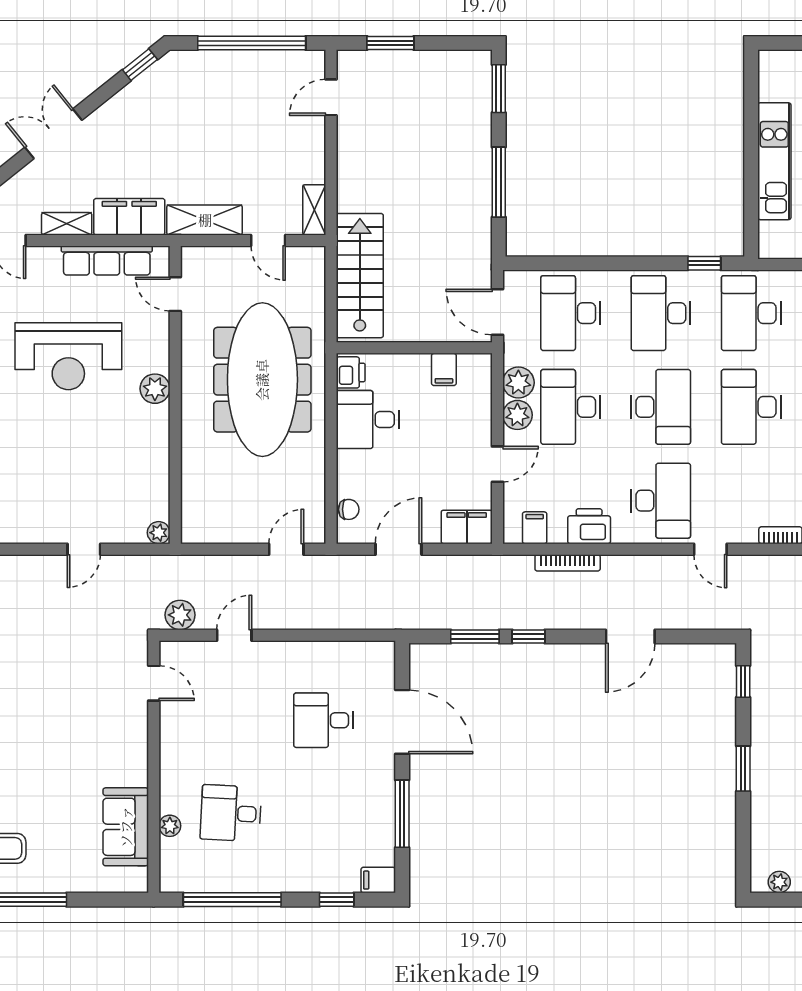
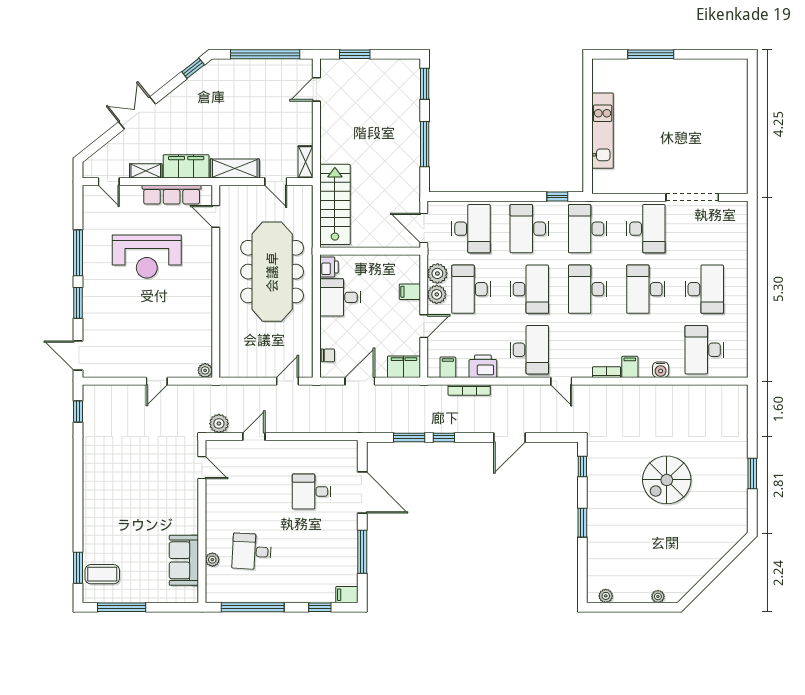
desk: (571, 313) -> (471, 229), turned 180
filing cabinet: (444, 369) -> (410, 292), moved, turned 90
plant: (155, 389) -> (203, 277), removed

